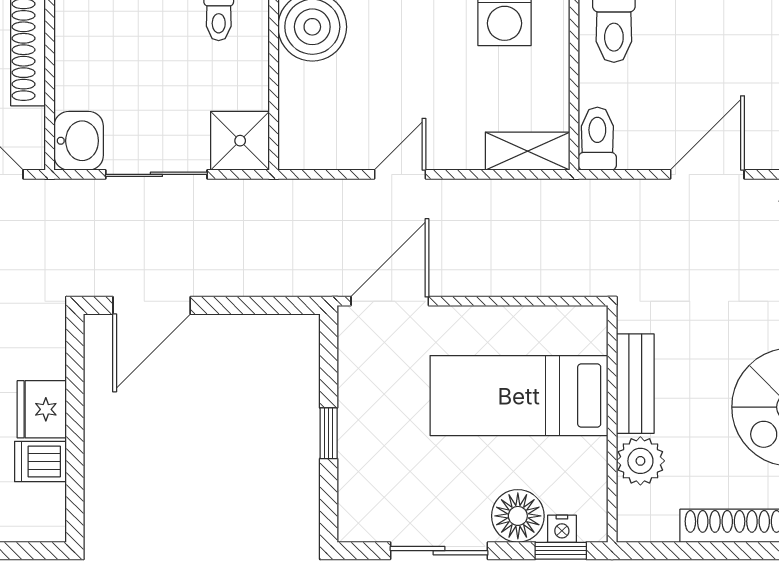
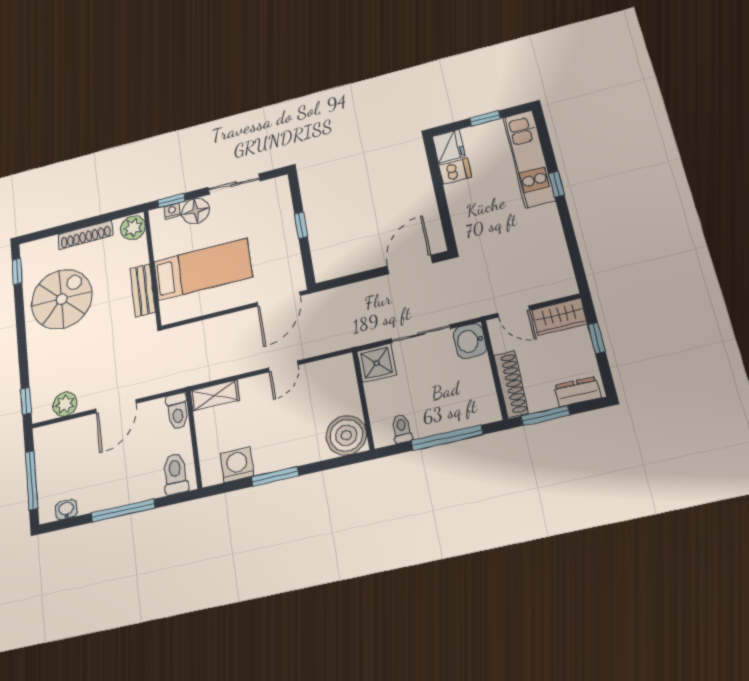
fridge: (42, 409) -> (449, 146), moved
plant: (640, 461) -> (133, 228), moved

